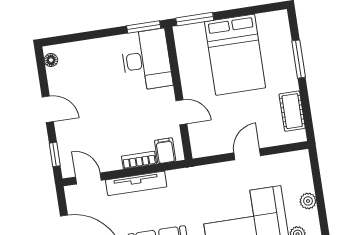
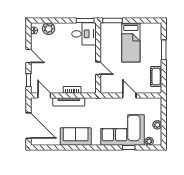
plant: (77, 53) -> (49, 29), added
bed: (235, 55) -> (131, 42), width x0.67
desk: (146, 60) -> (84, 34), width x0.73
filing cabinet: (165, 151) -> (87, 87), removed
door: (247, 154) -> (129, 95), hinge flipped

